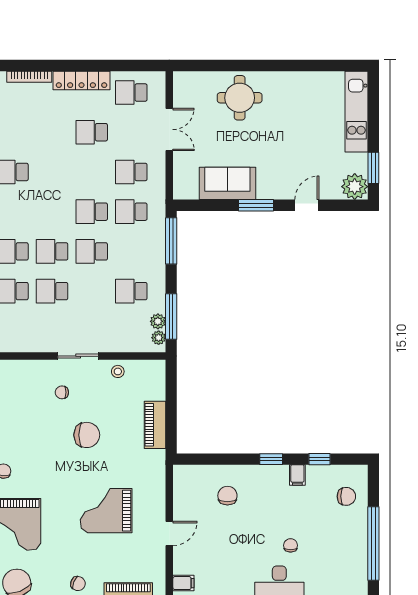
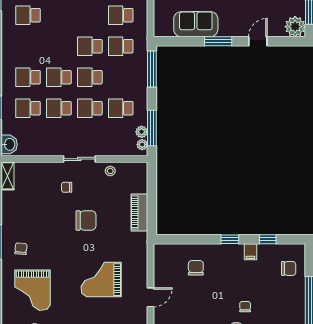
school desk: (92, 291) -> (90, 108), added

